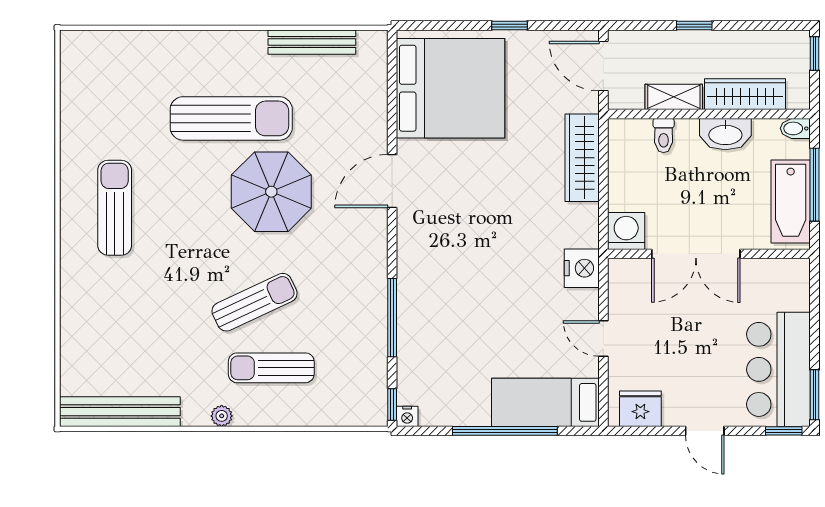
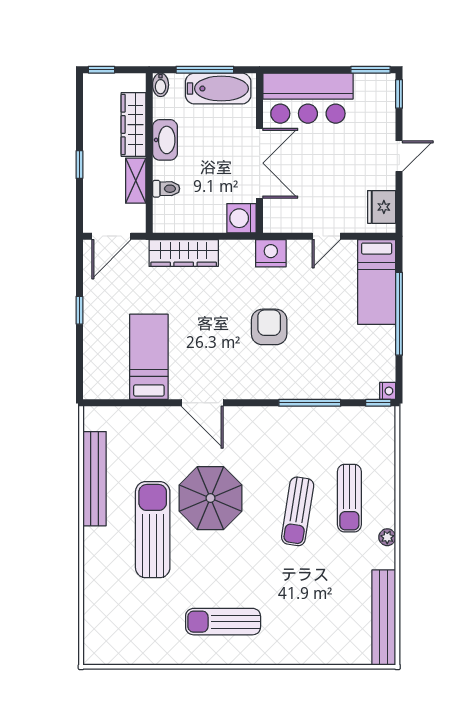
bench: (312, 42) -> (95, 479), width x1.37, depth x1.21
bed: (451, 88) -> (149, 357), width x0.49
armchair: (488, 266) -> (269, 327), added
sun lounger: (254, 302) -> (298, 511), turned -146
bar counter: (778, 369) -> (308, 98), moved

